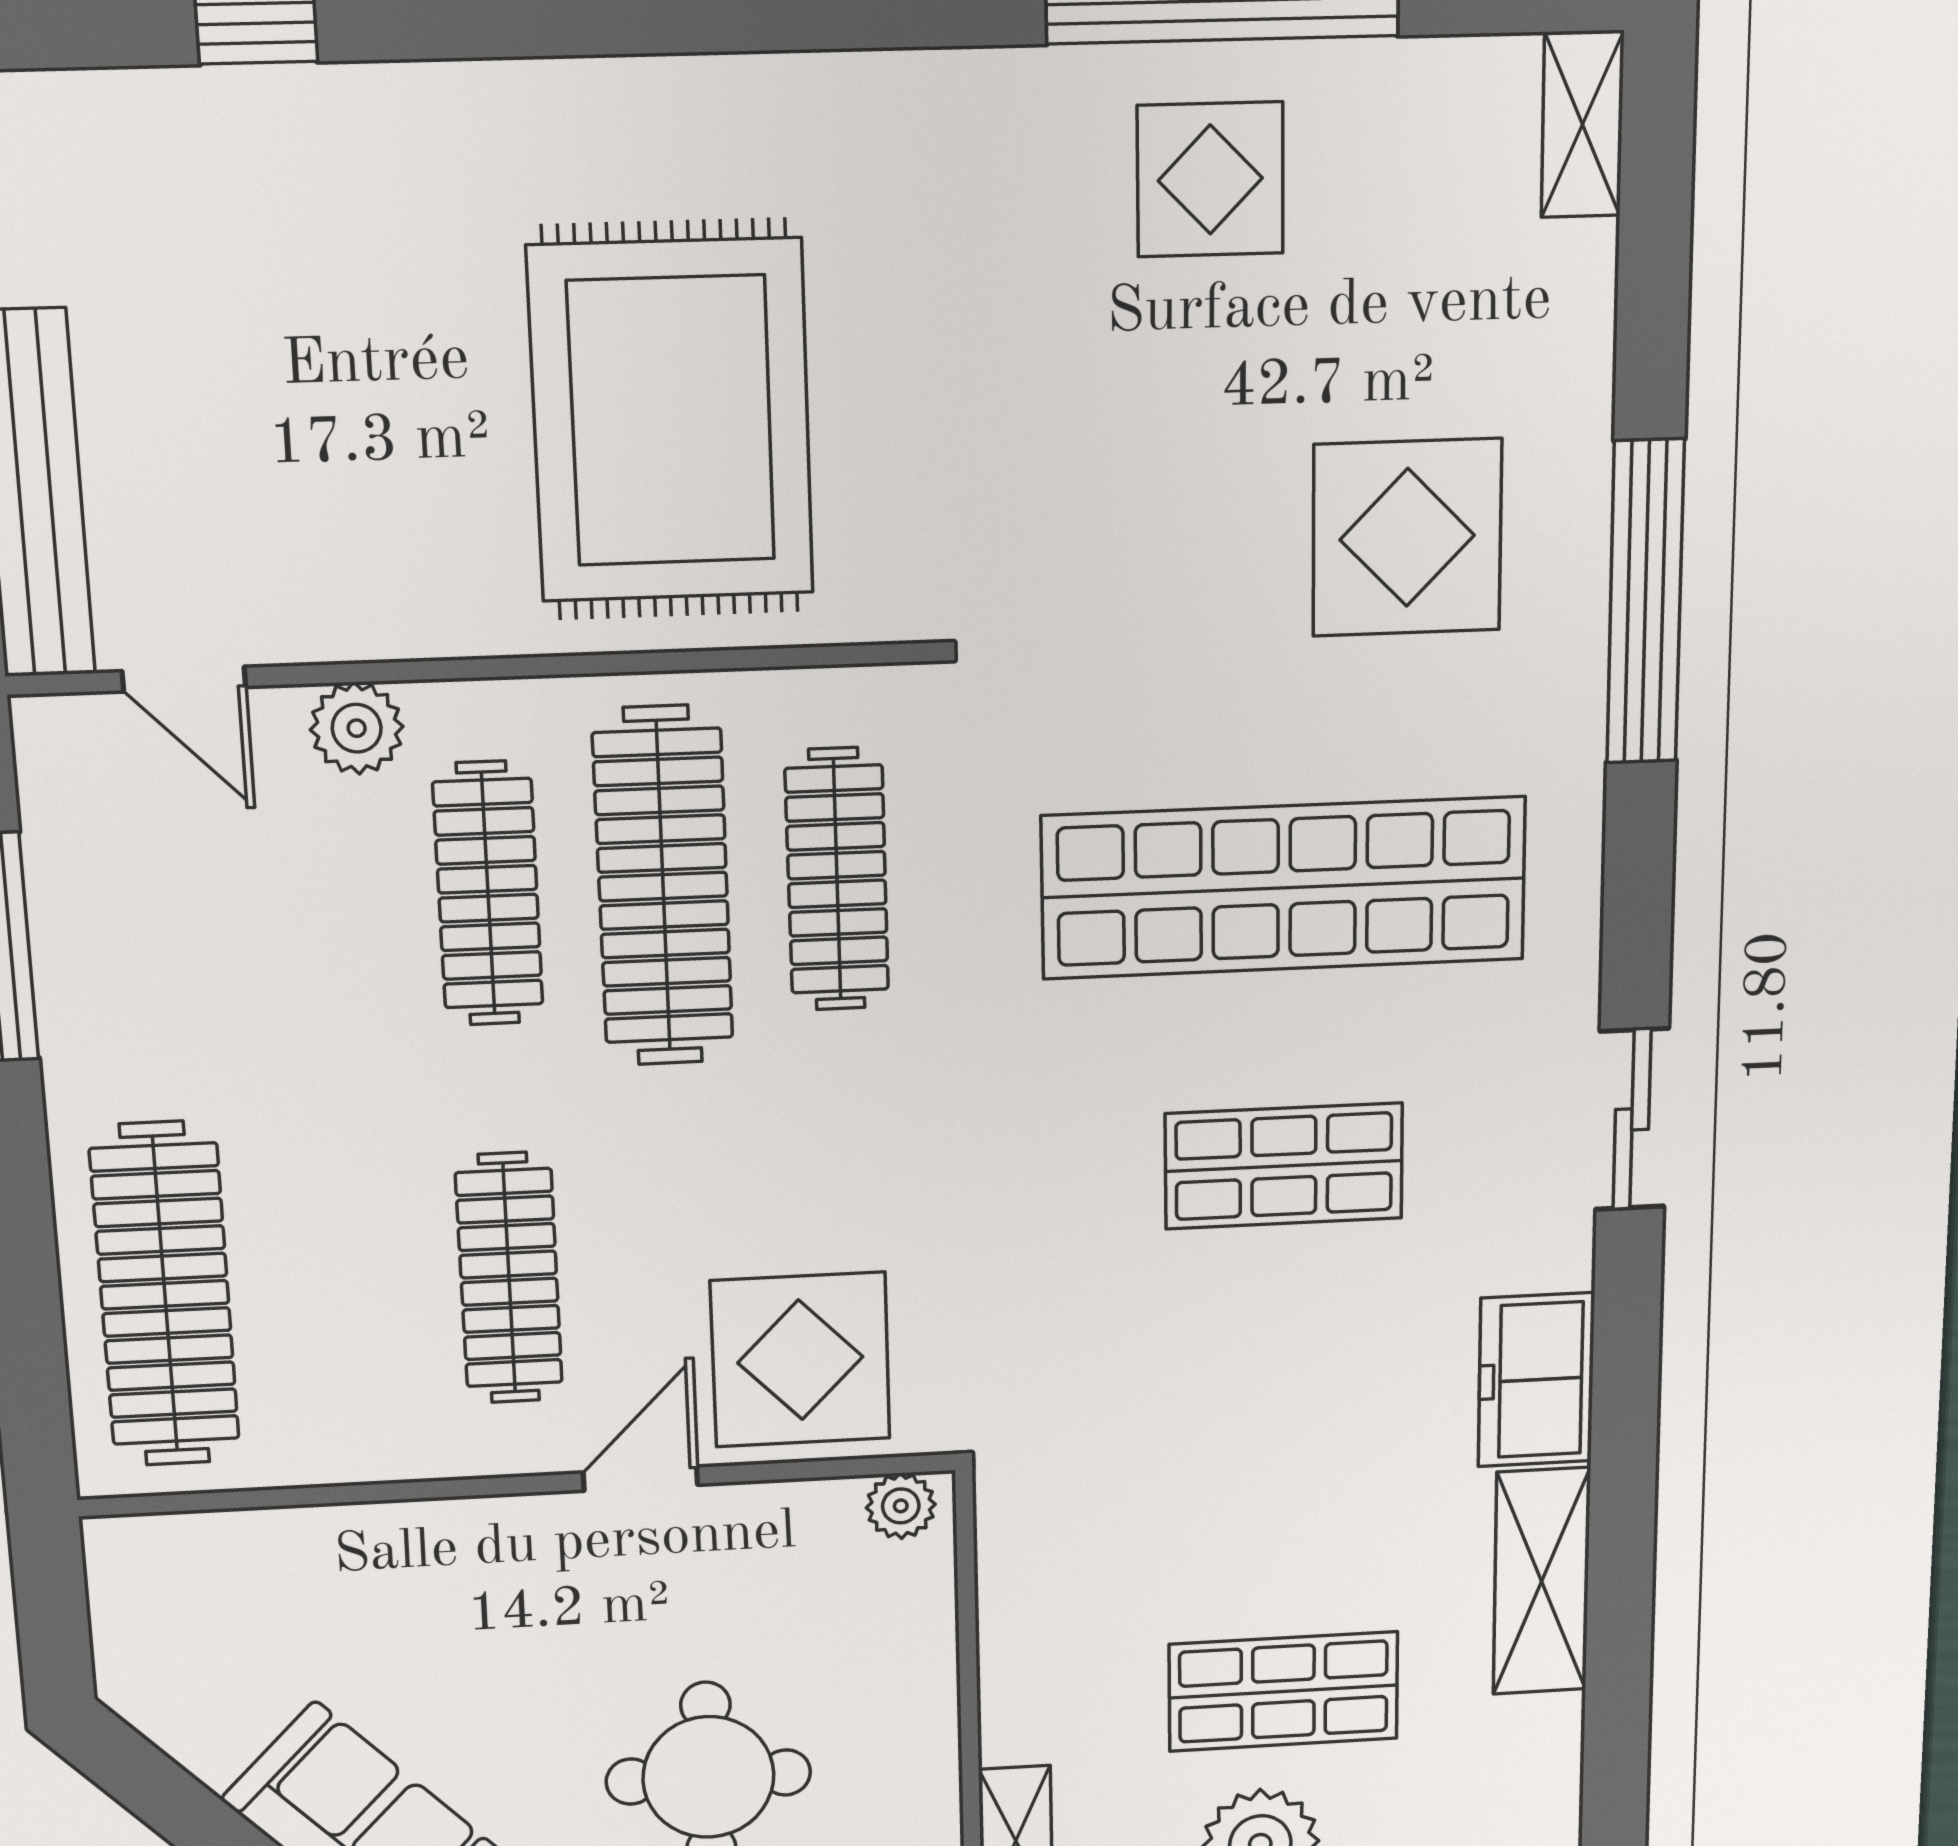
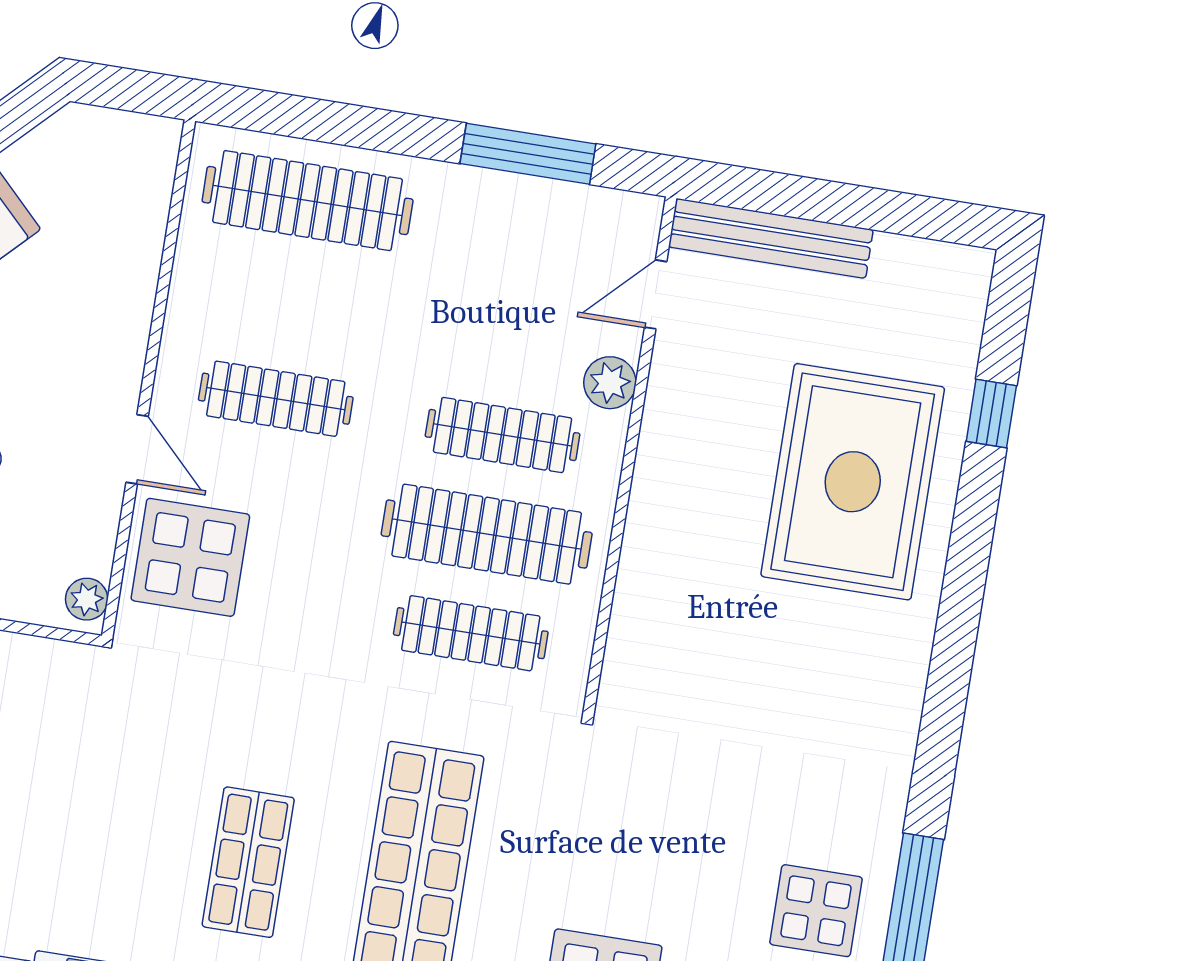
rug: (671, 421) -> (853, 482), moved, turned 90

